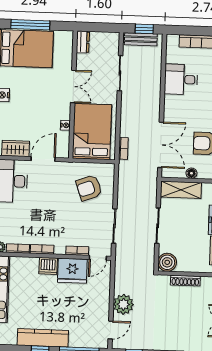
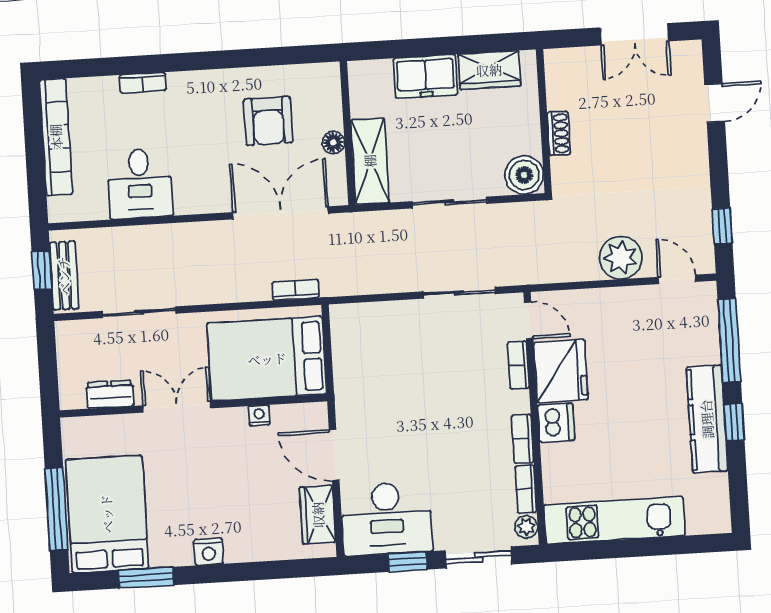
dresser: (83, 42) -> (110, 394), moved
armchair: (89, 188) -> (385, 353), removed
shoe rack: (185, 281) -> (559, 133), width x0.70

